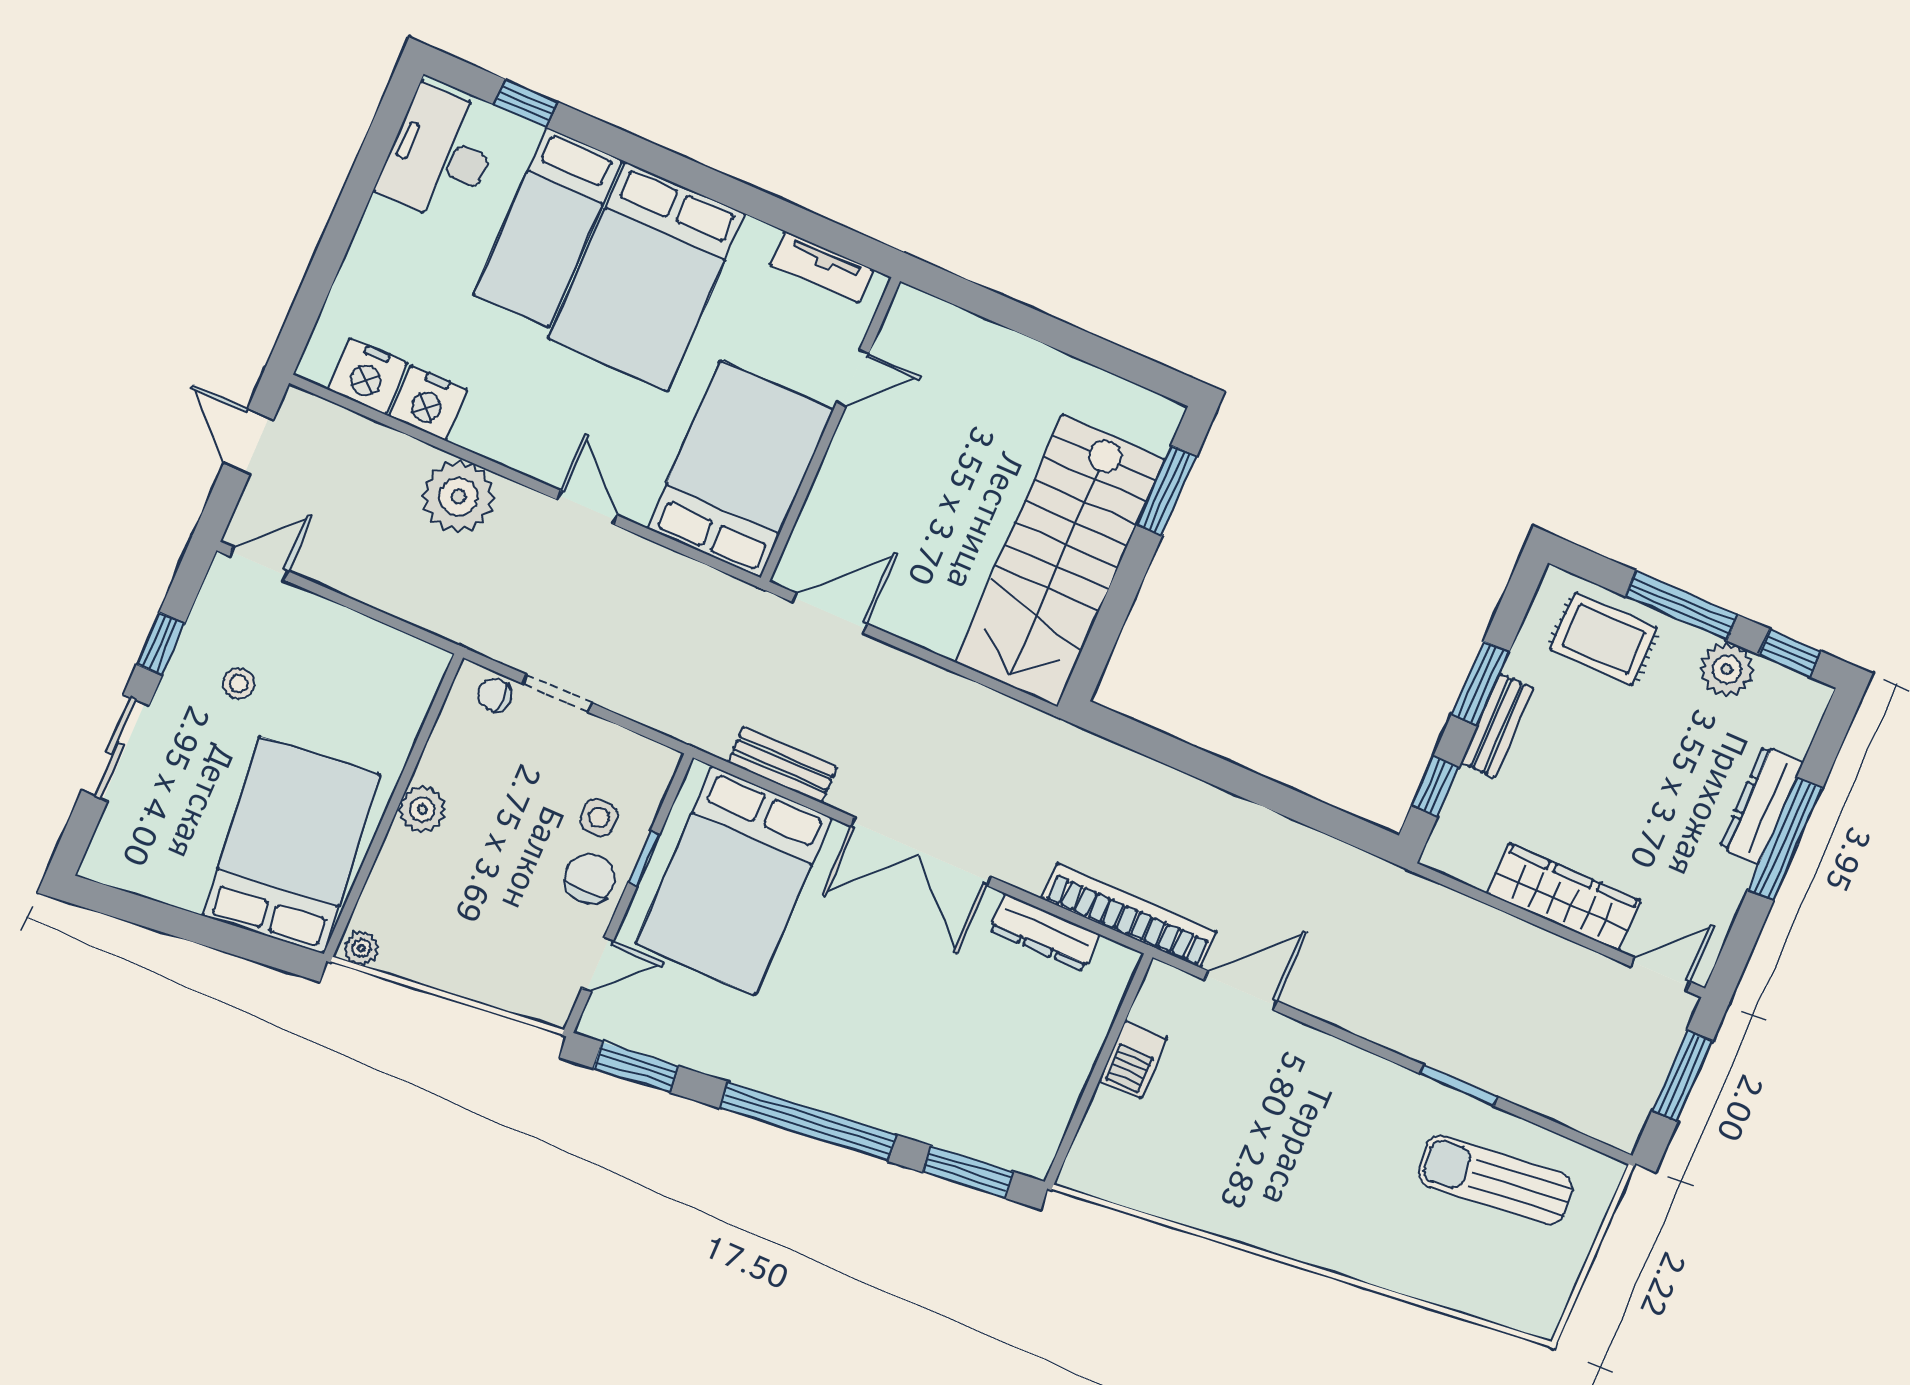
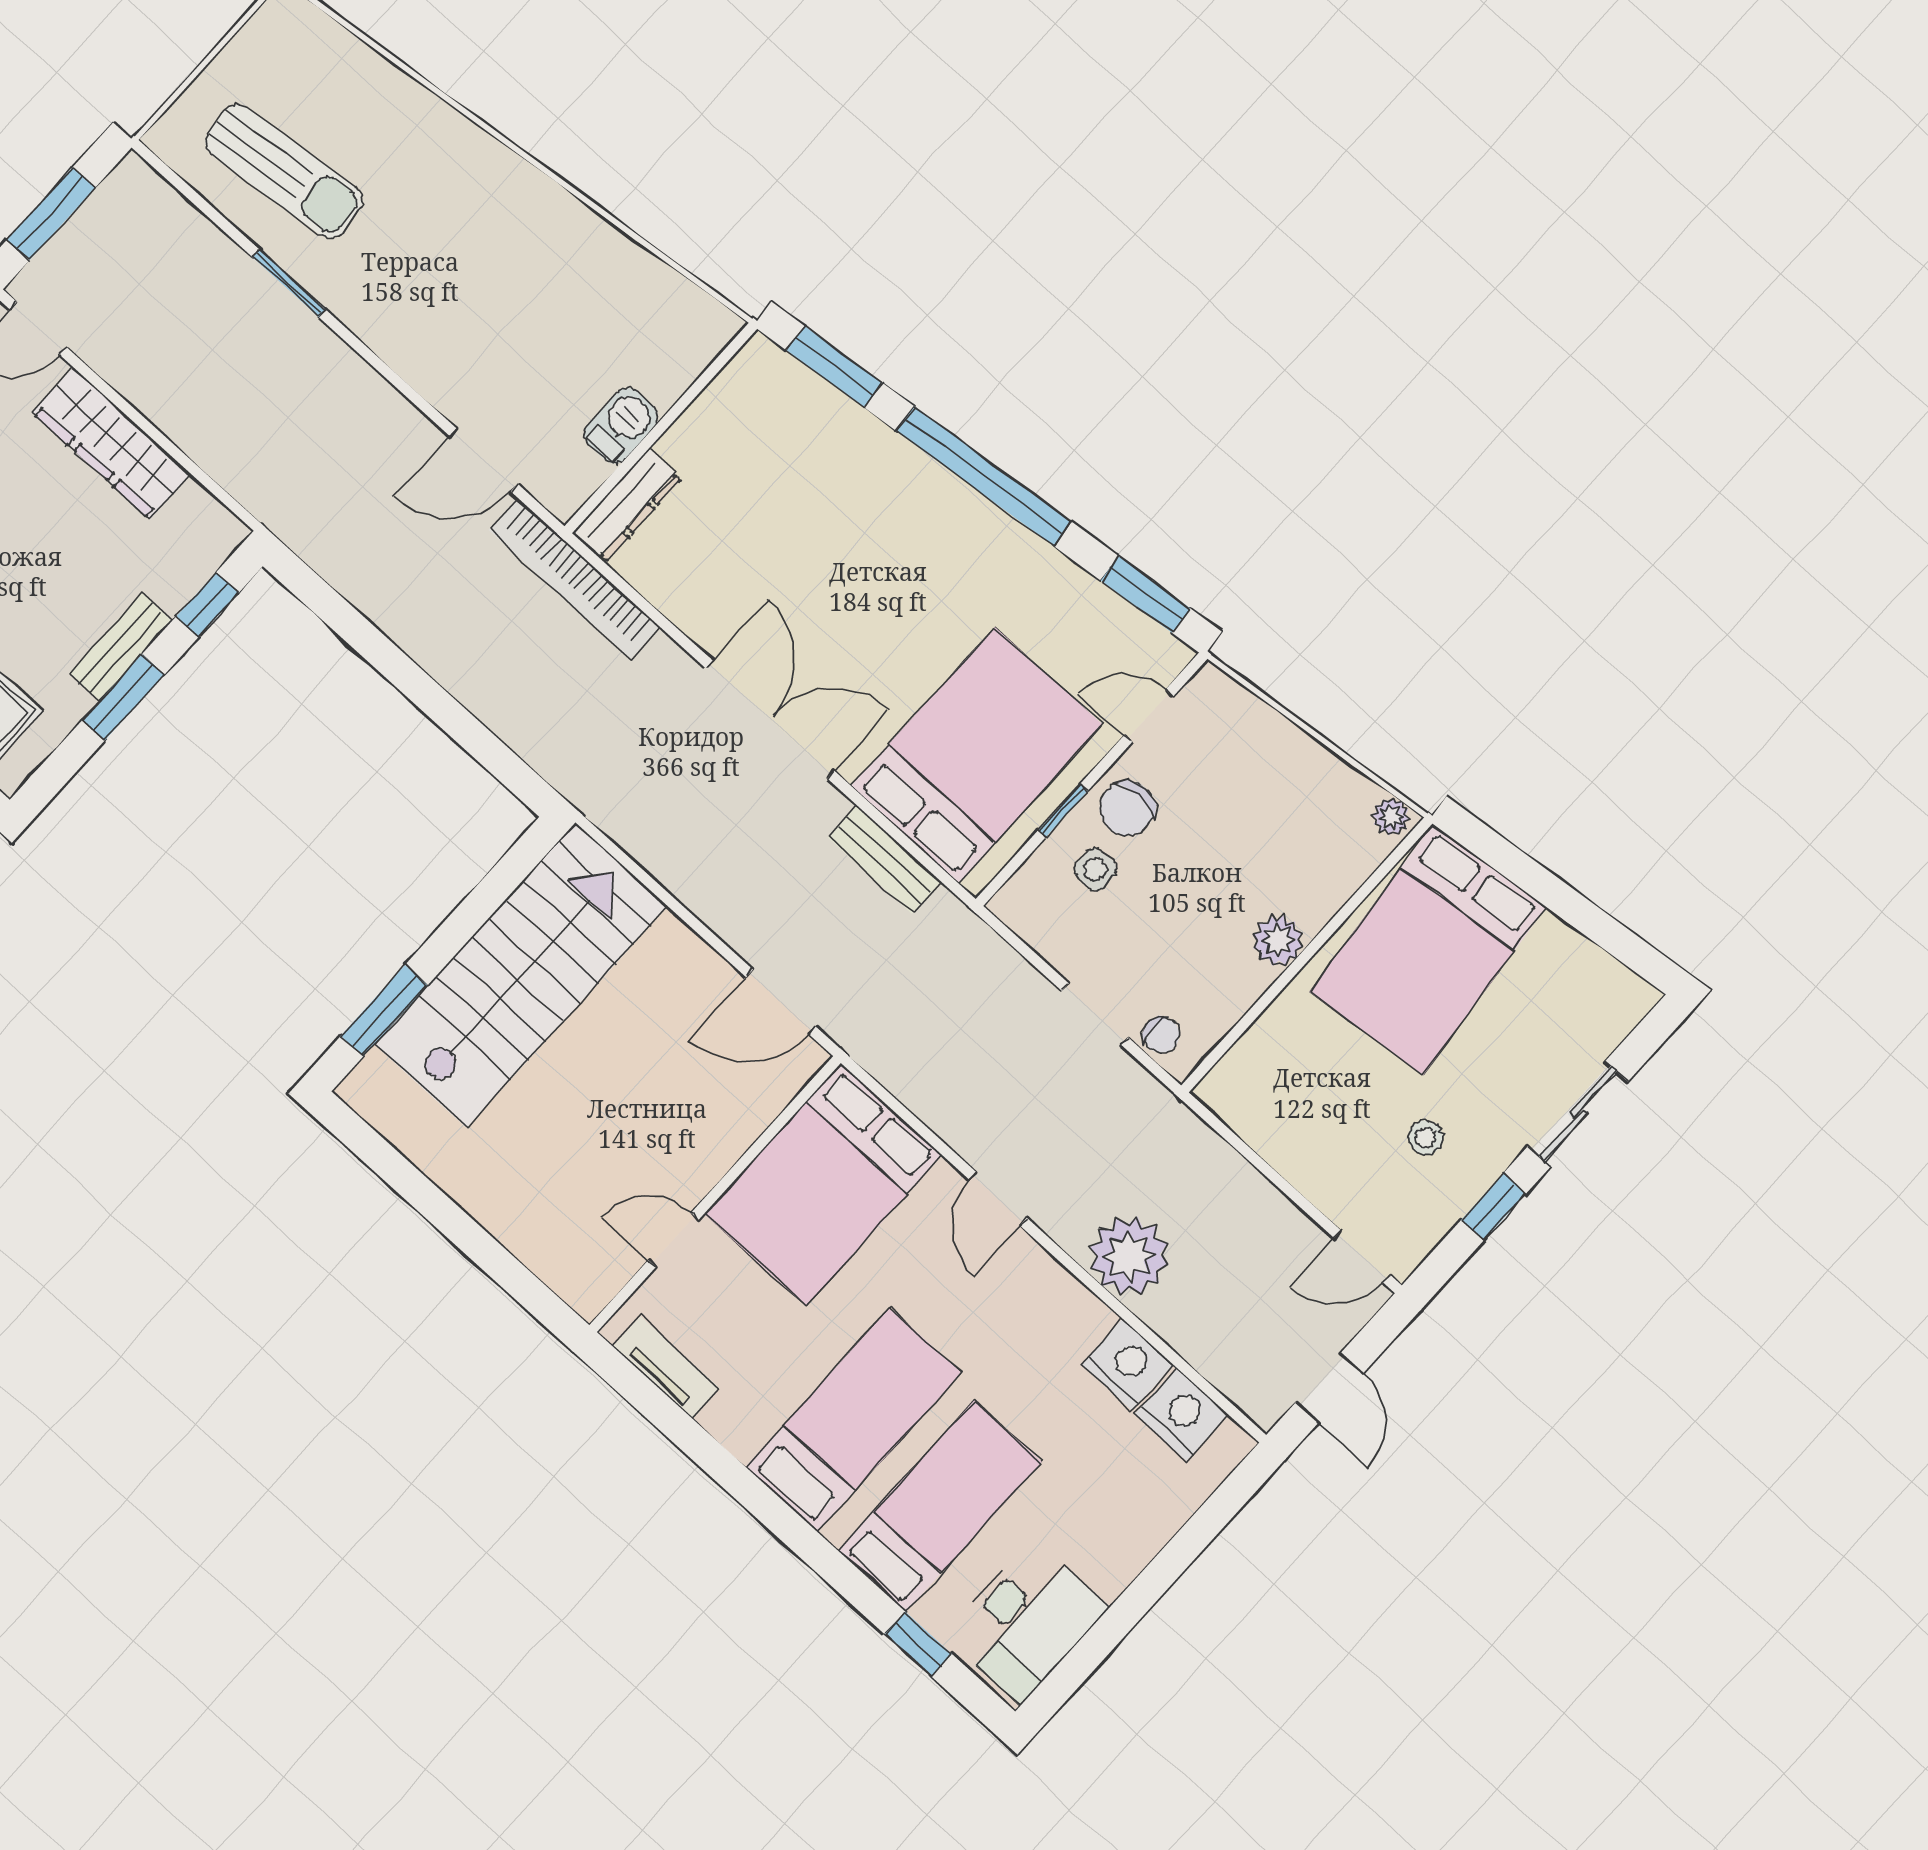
bed: (647, 276) -> (853, 1420), width x0.67
dresser: (1044, 932) -> (627, 506), moved, turned 90

